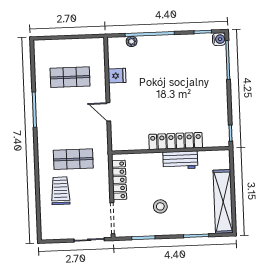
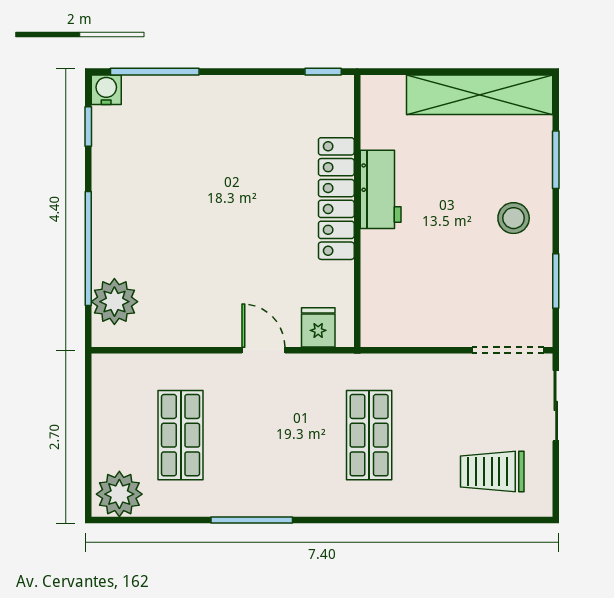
plant: (132, 41) -> (114, 302), width x1.88, depth x1.88
plant: (43, 52) -> (119, 494), added
fridge: (117, 76) -> (318, 327), moved
door: (108, 112) -> (263, 350), swing flipped
locker: (119, 180) -> (421, 332), removed
trolley: (61, 191) -> (492, 472), moved
stool: (160, 206) -> (514, 218), moved

